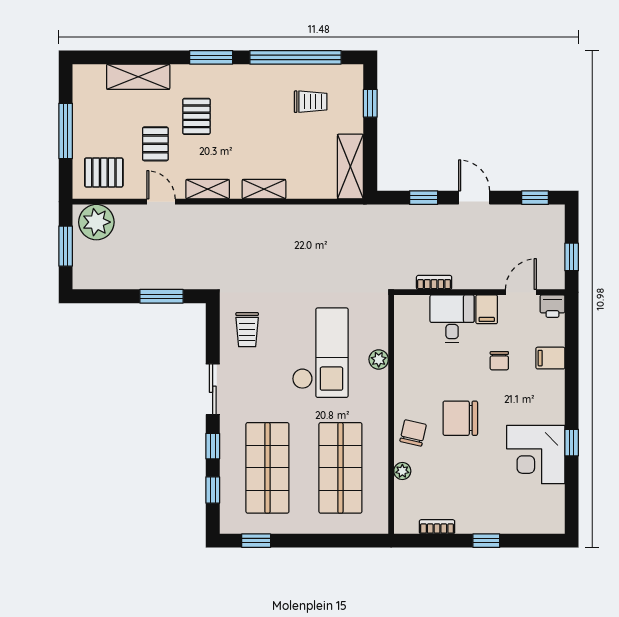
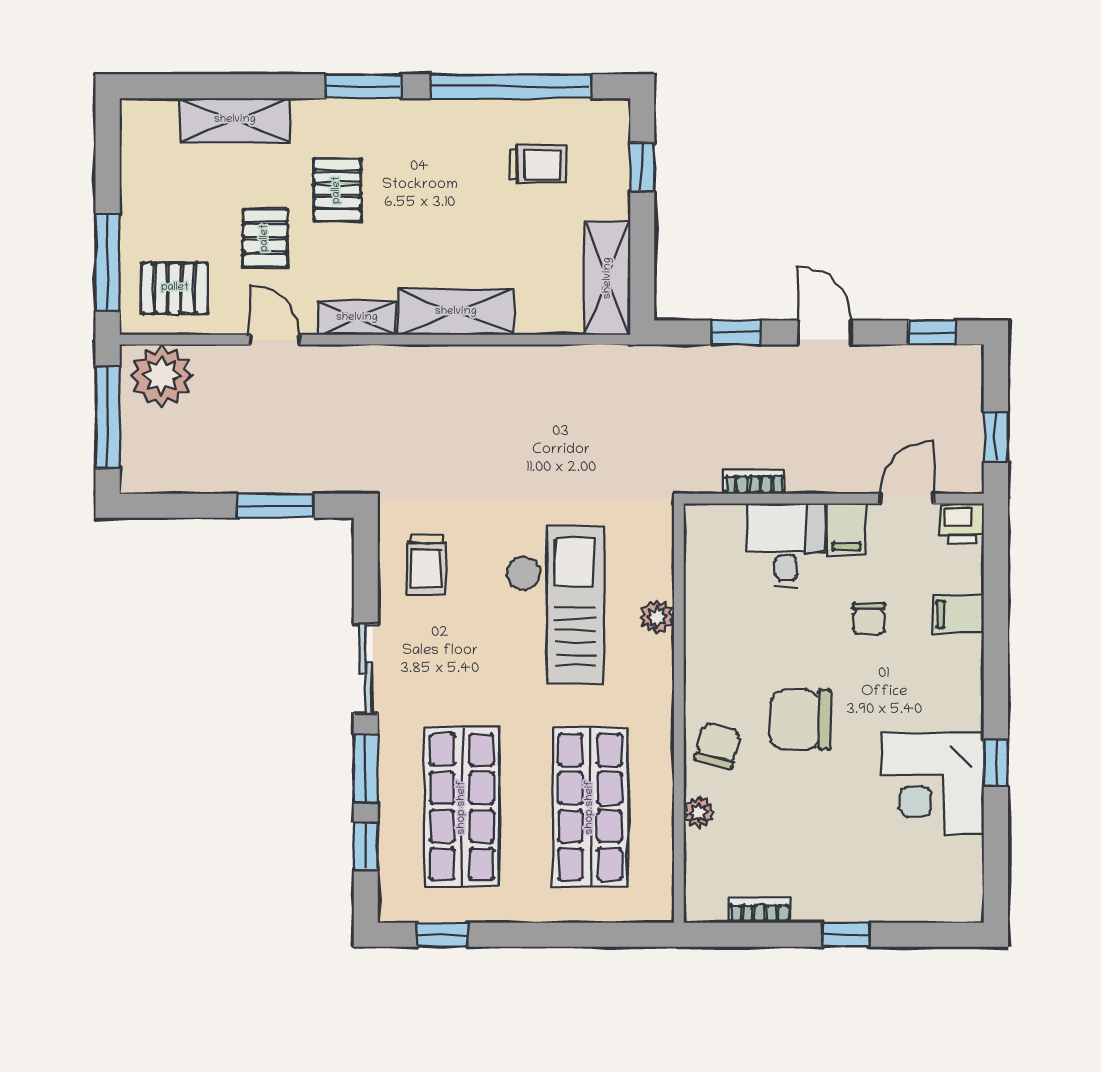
window: (66, 131) -> (108, 263), moved
shelving: (264, 189) -> (456, 312), width x1.50, depth x1.33
window: (66, 246) -> (108, 418), width x1.44
window: (213, 446) -> (366, 769), width x1.50

